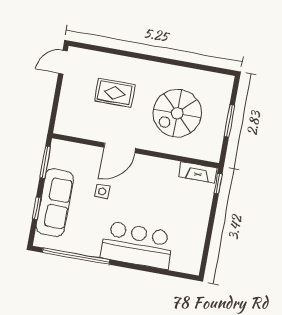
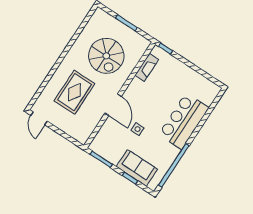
rug: (115, 93) -> (74, 92), width x1.36, depth x1.43
fireplace: (198, 172) -> (147, 67), moved
sofa: (55, 203) -> (137, 168), width x0.73

